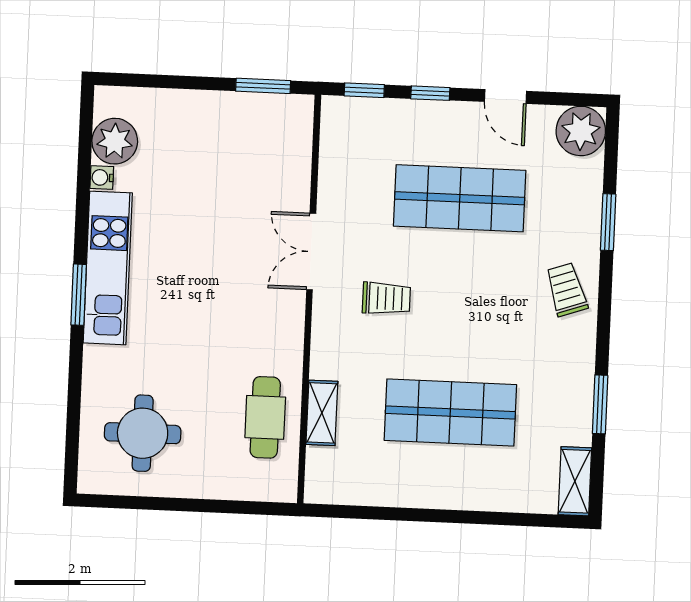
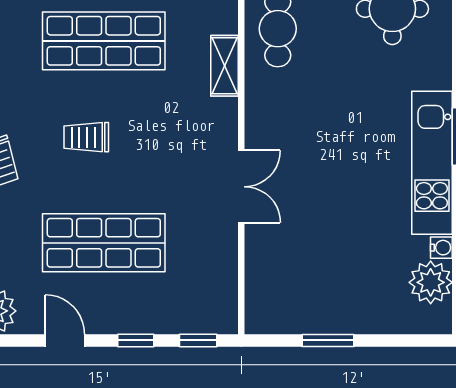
window: (263, 86) -> (328, 340), moved
trolley: (386, 298) -> (86, 137), moved
shelving: (322, 413) -> (225, 66), moved

